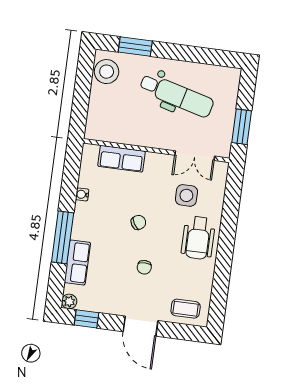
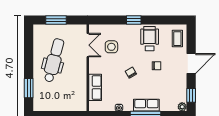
stool: (107, 72) -> (46, 103), removed
window: (242, 127) -> (56, 20), moved
wheelchair: (198, 238) -> (150, 39), moved, turned -90
window: (227, 239) -> (134, 20), added
row of seats: (77, 262) -> (146, 105), moved

